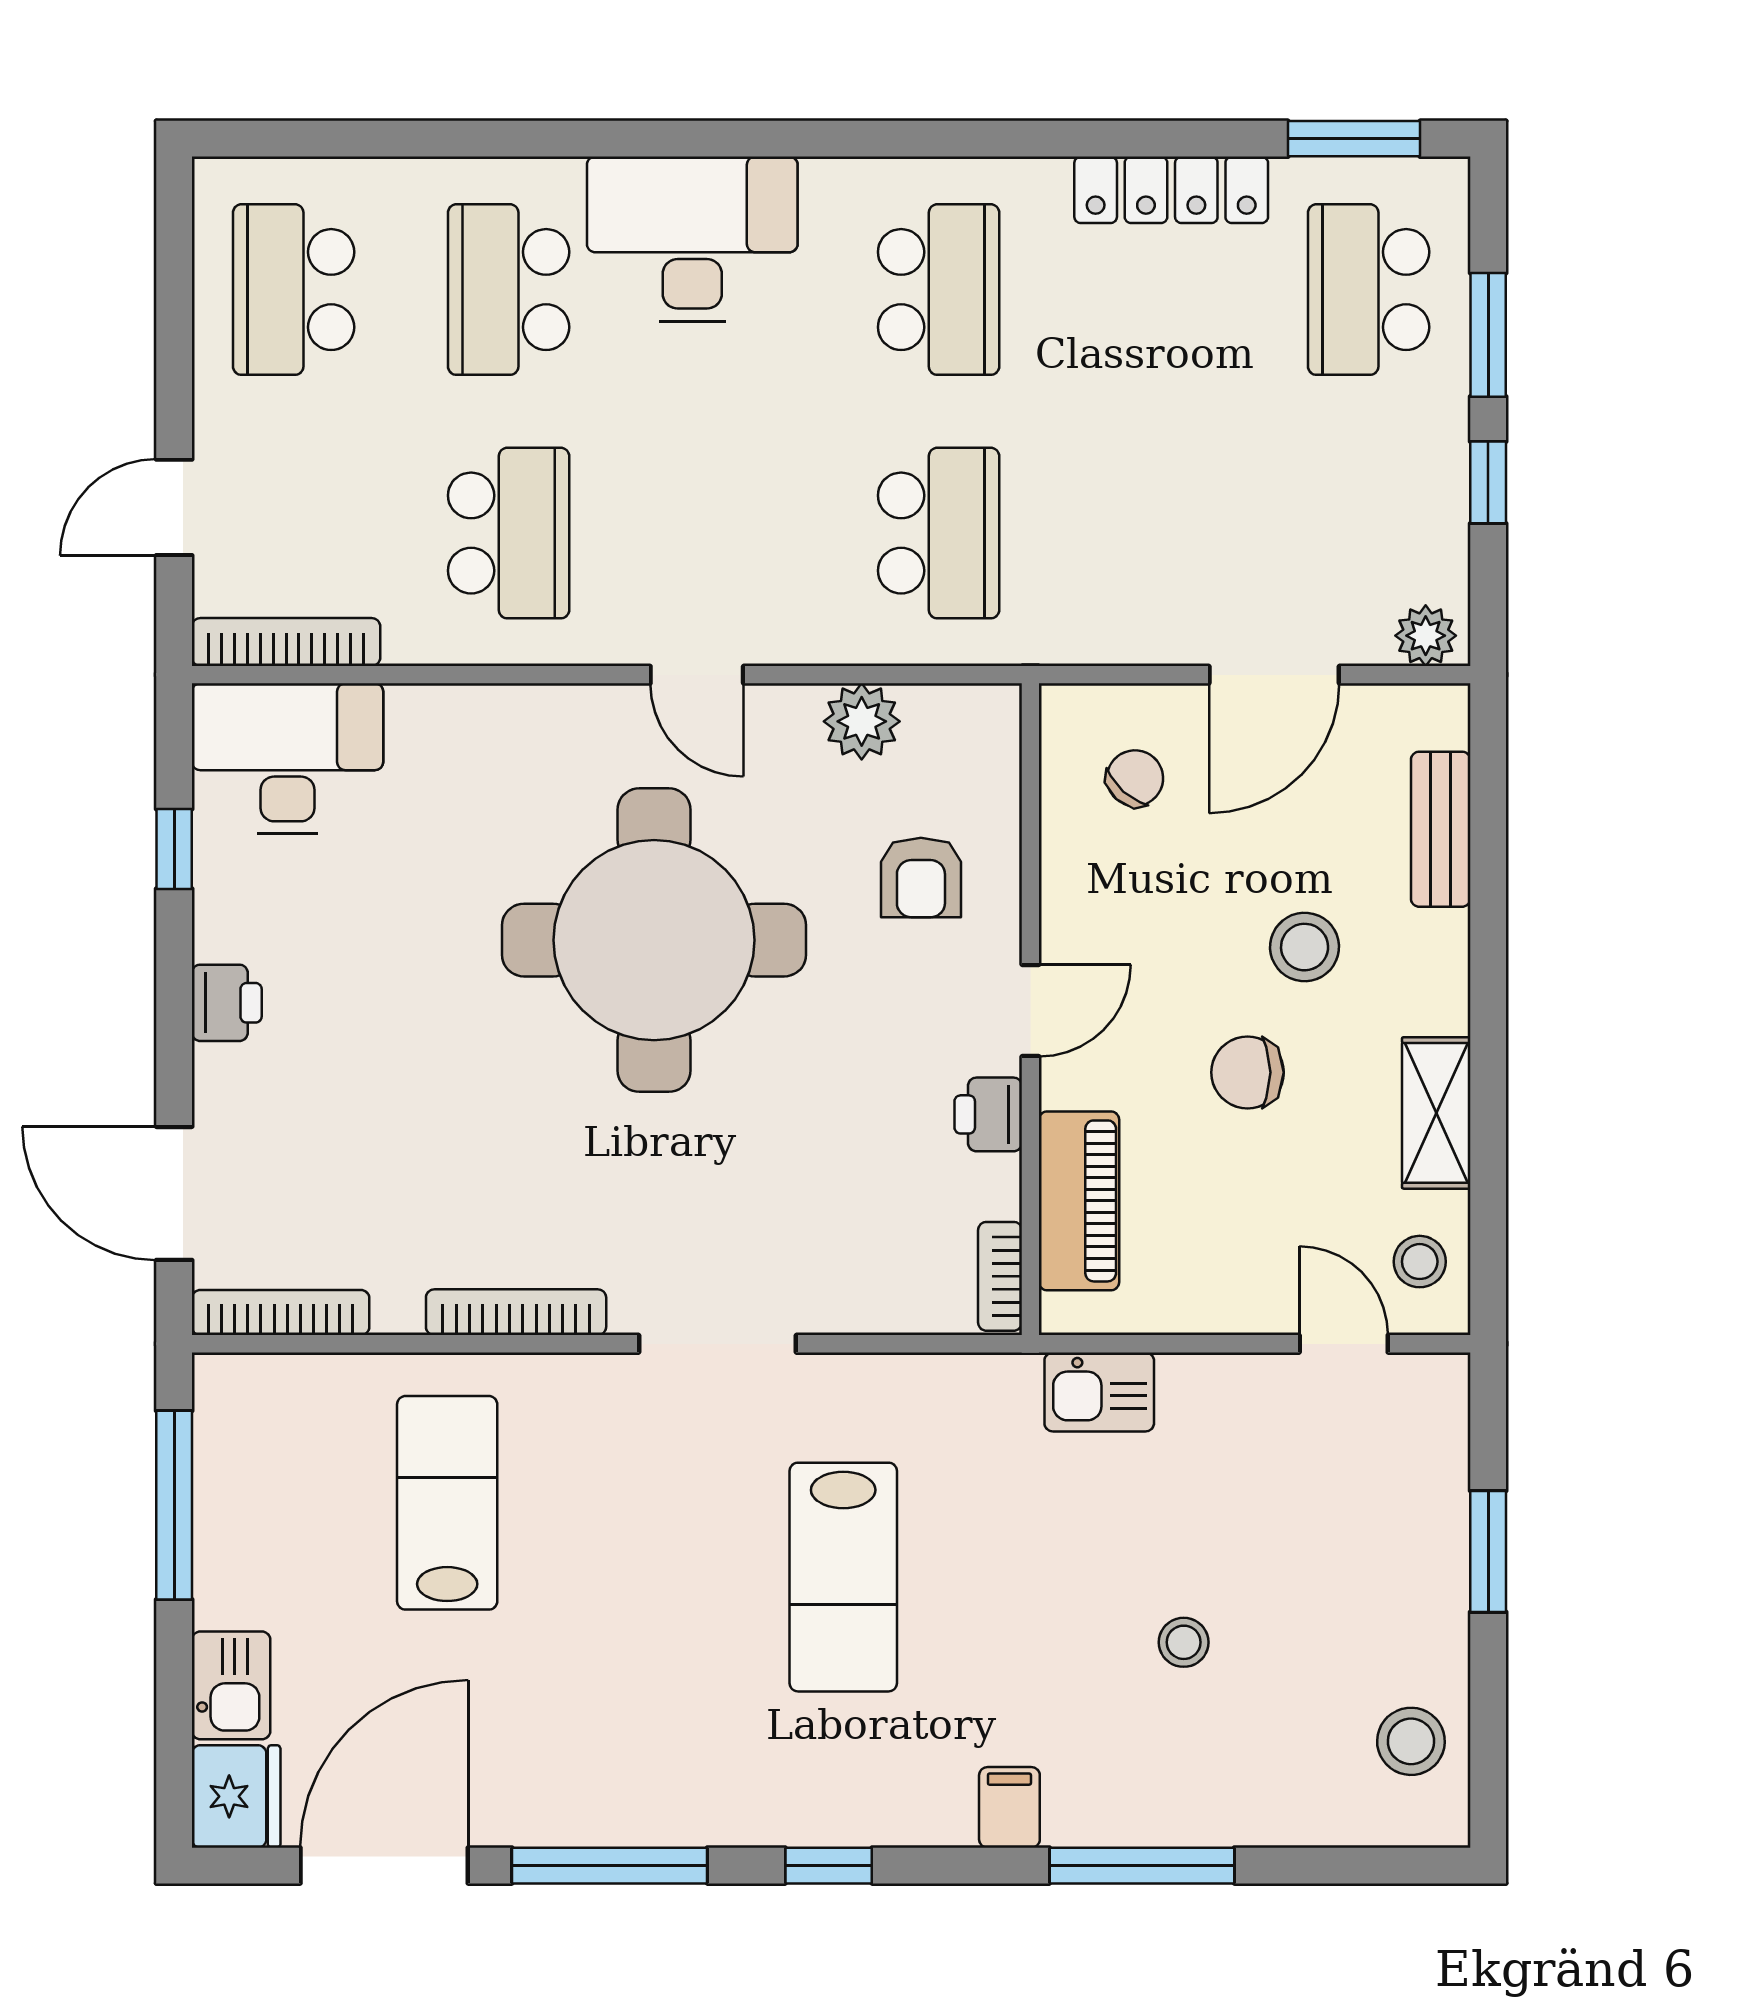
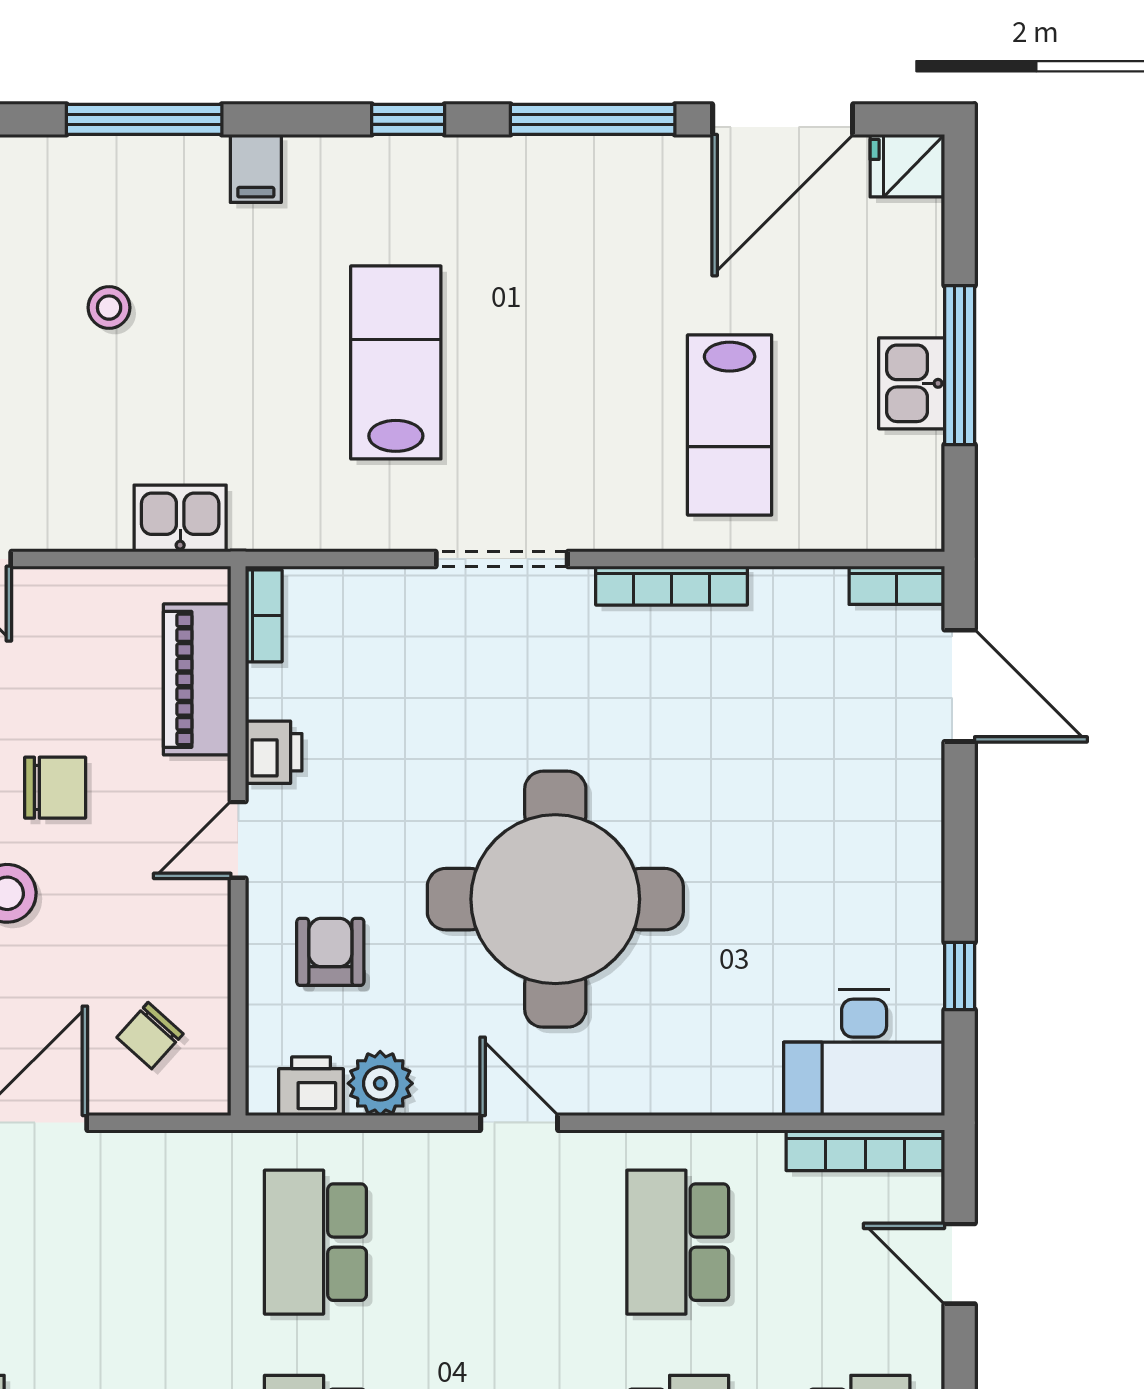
door: (174, 507) -> (960, 1264), swing flipped
printer: (227, 1003) -> (311, 1086), moved, turned 90
bookcase: (281, 1313) -> (897, 585), width x0.64
window: (174, 1505) -> (960, 365), moved
kitchen sink: (231, 1685) -> (912, 383), moved
fridge: (236, 1796) -> (907, 166), width x0.72

